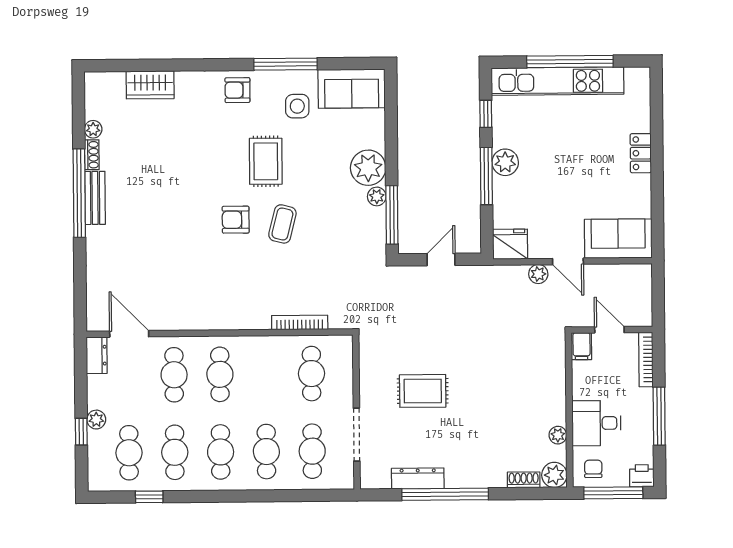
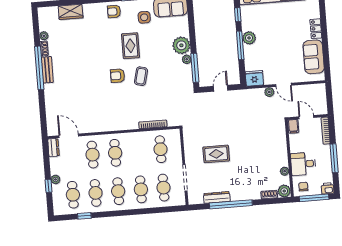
sofa: (618, 239) -> (314, 57), moved, turned -90

